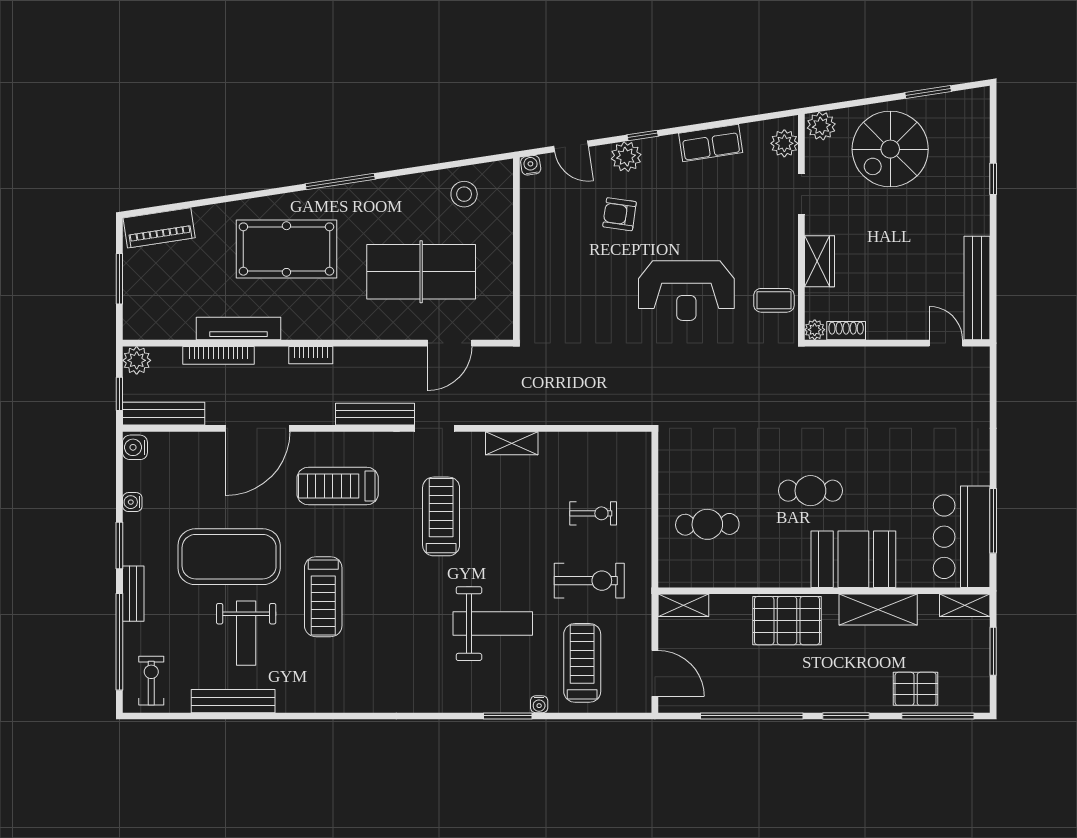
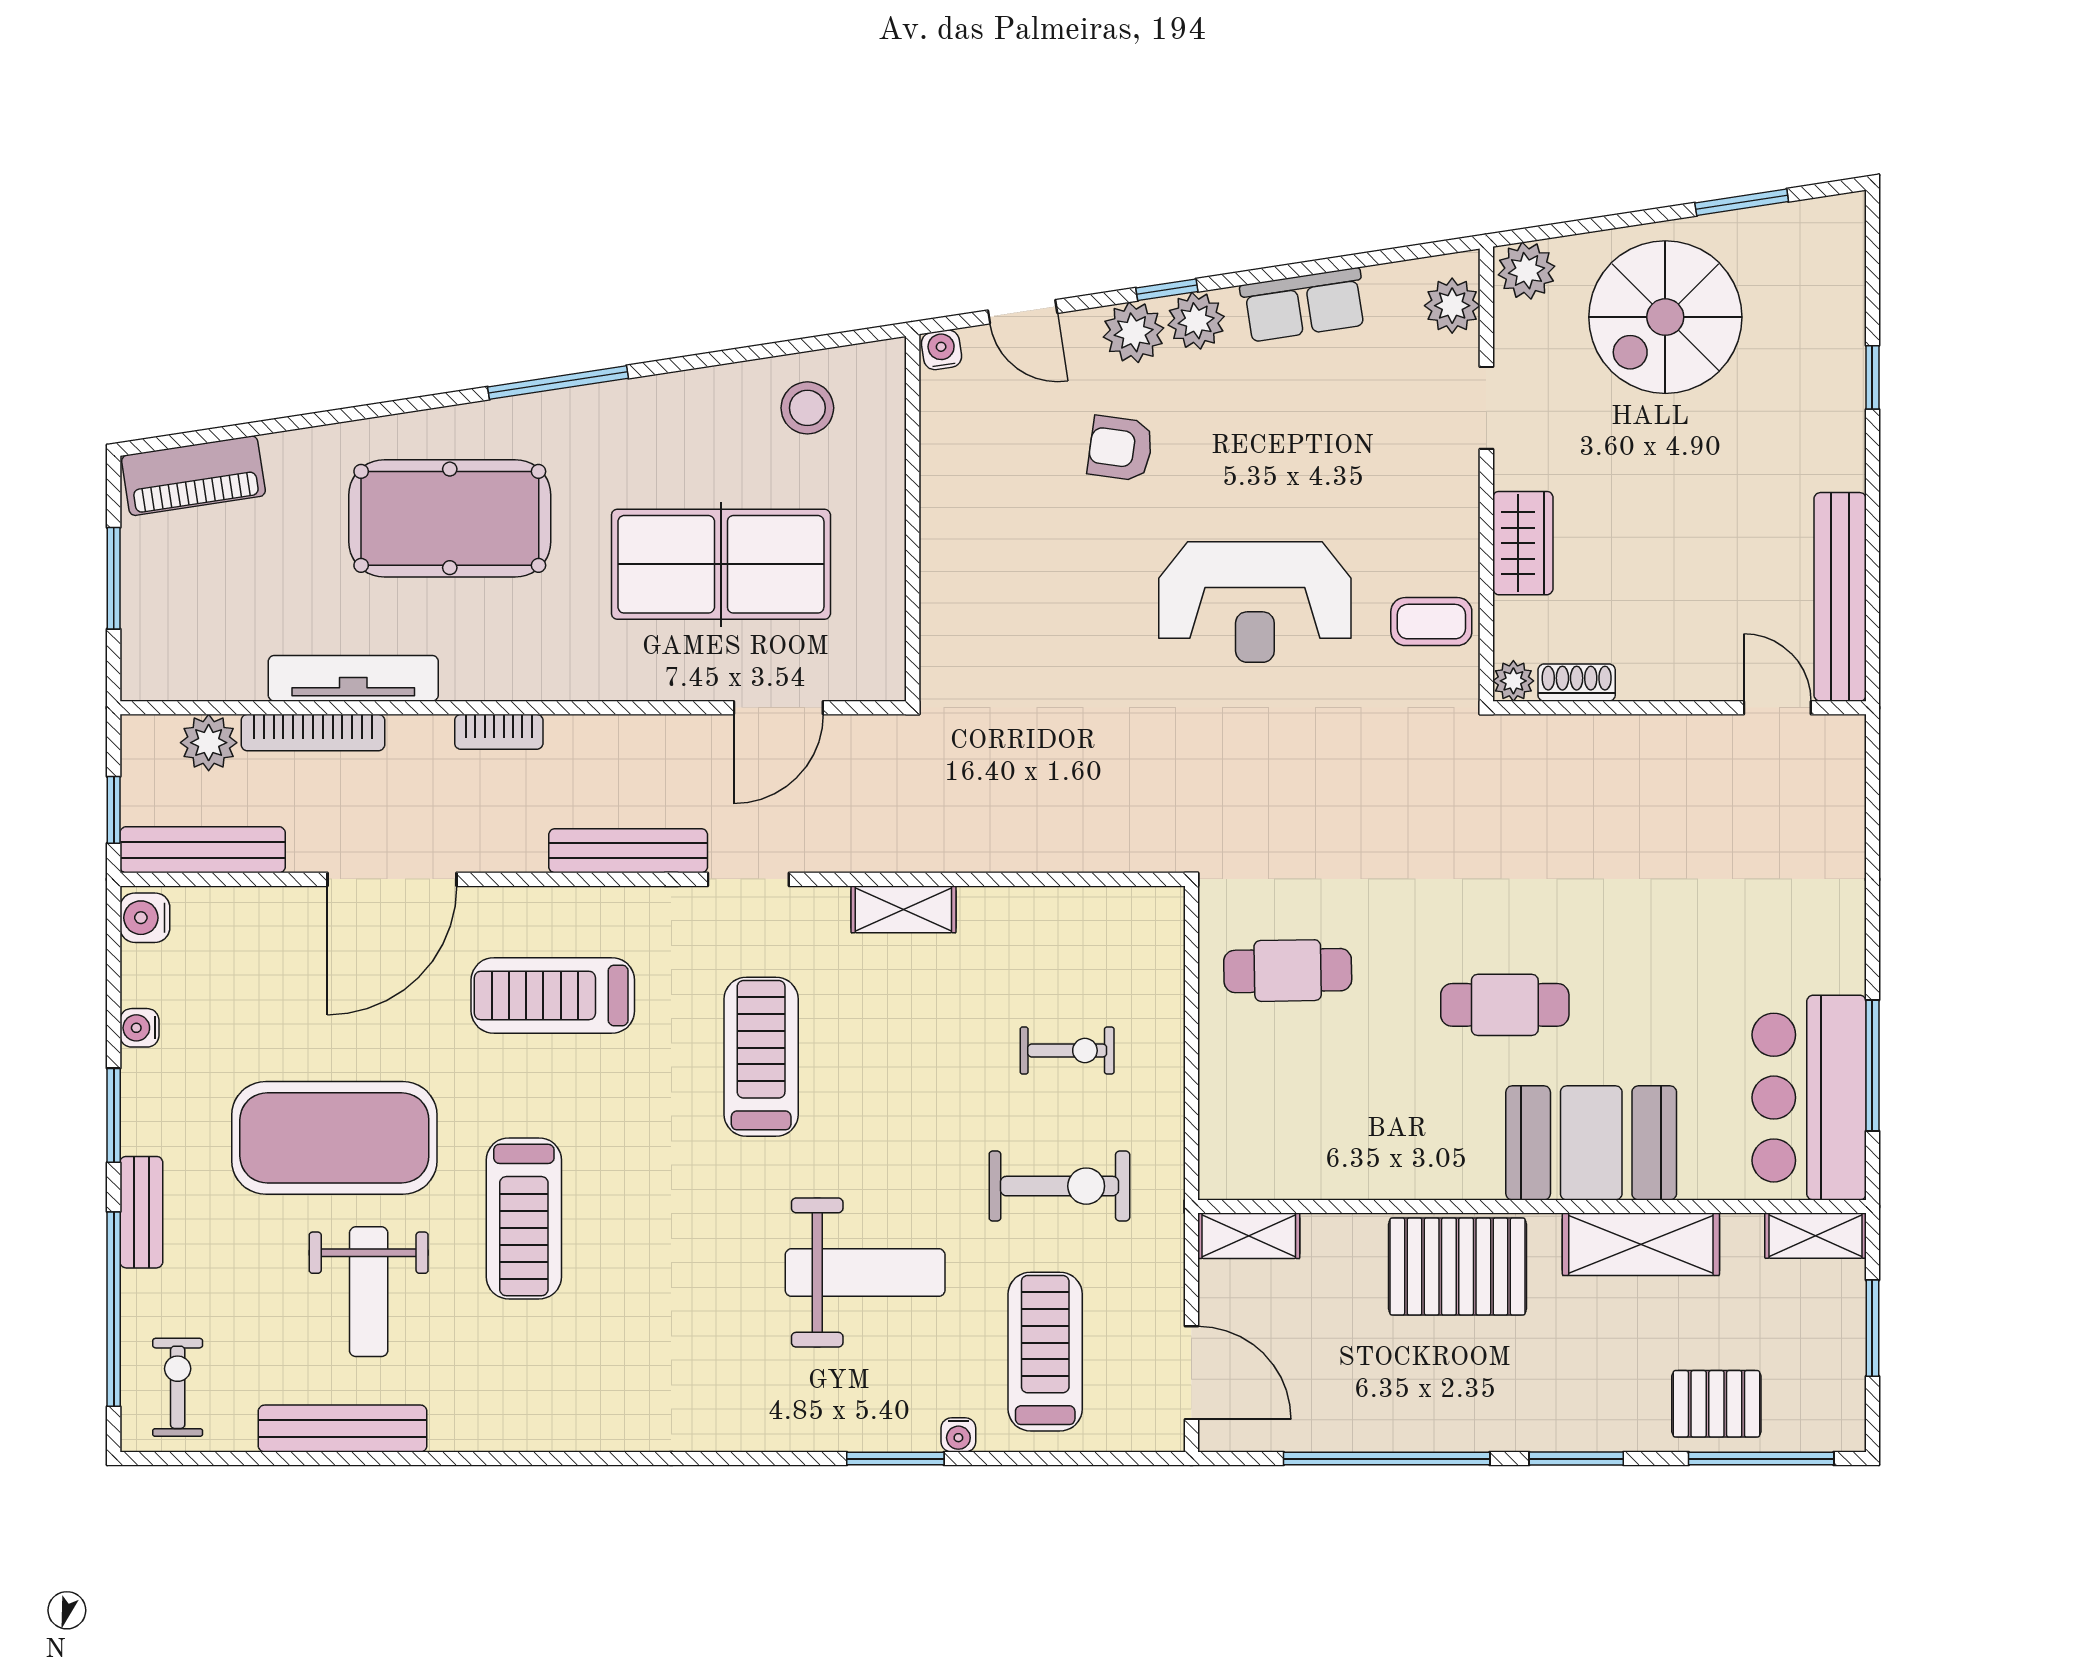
plant: (657, 151) -> (1196, 321), added
plant: (137, 360) -> (209, 743), moved
cafe table: (707, 524) -> (1288, 971), moved

